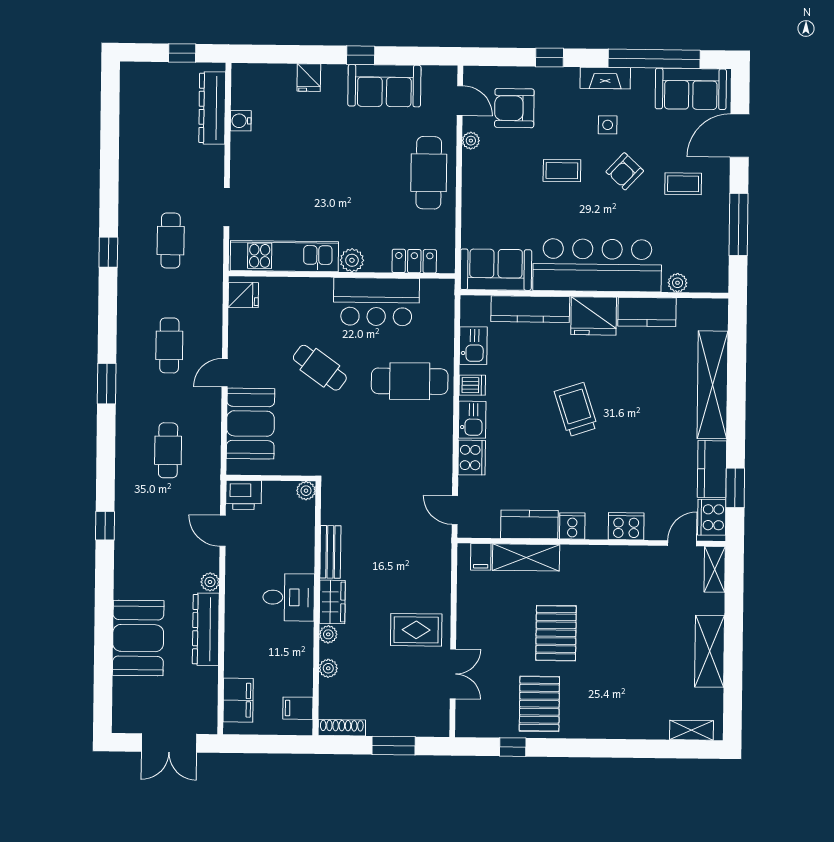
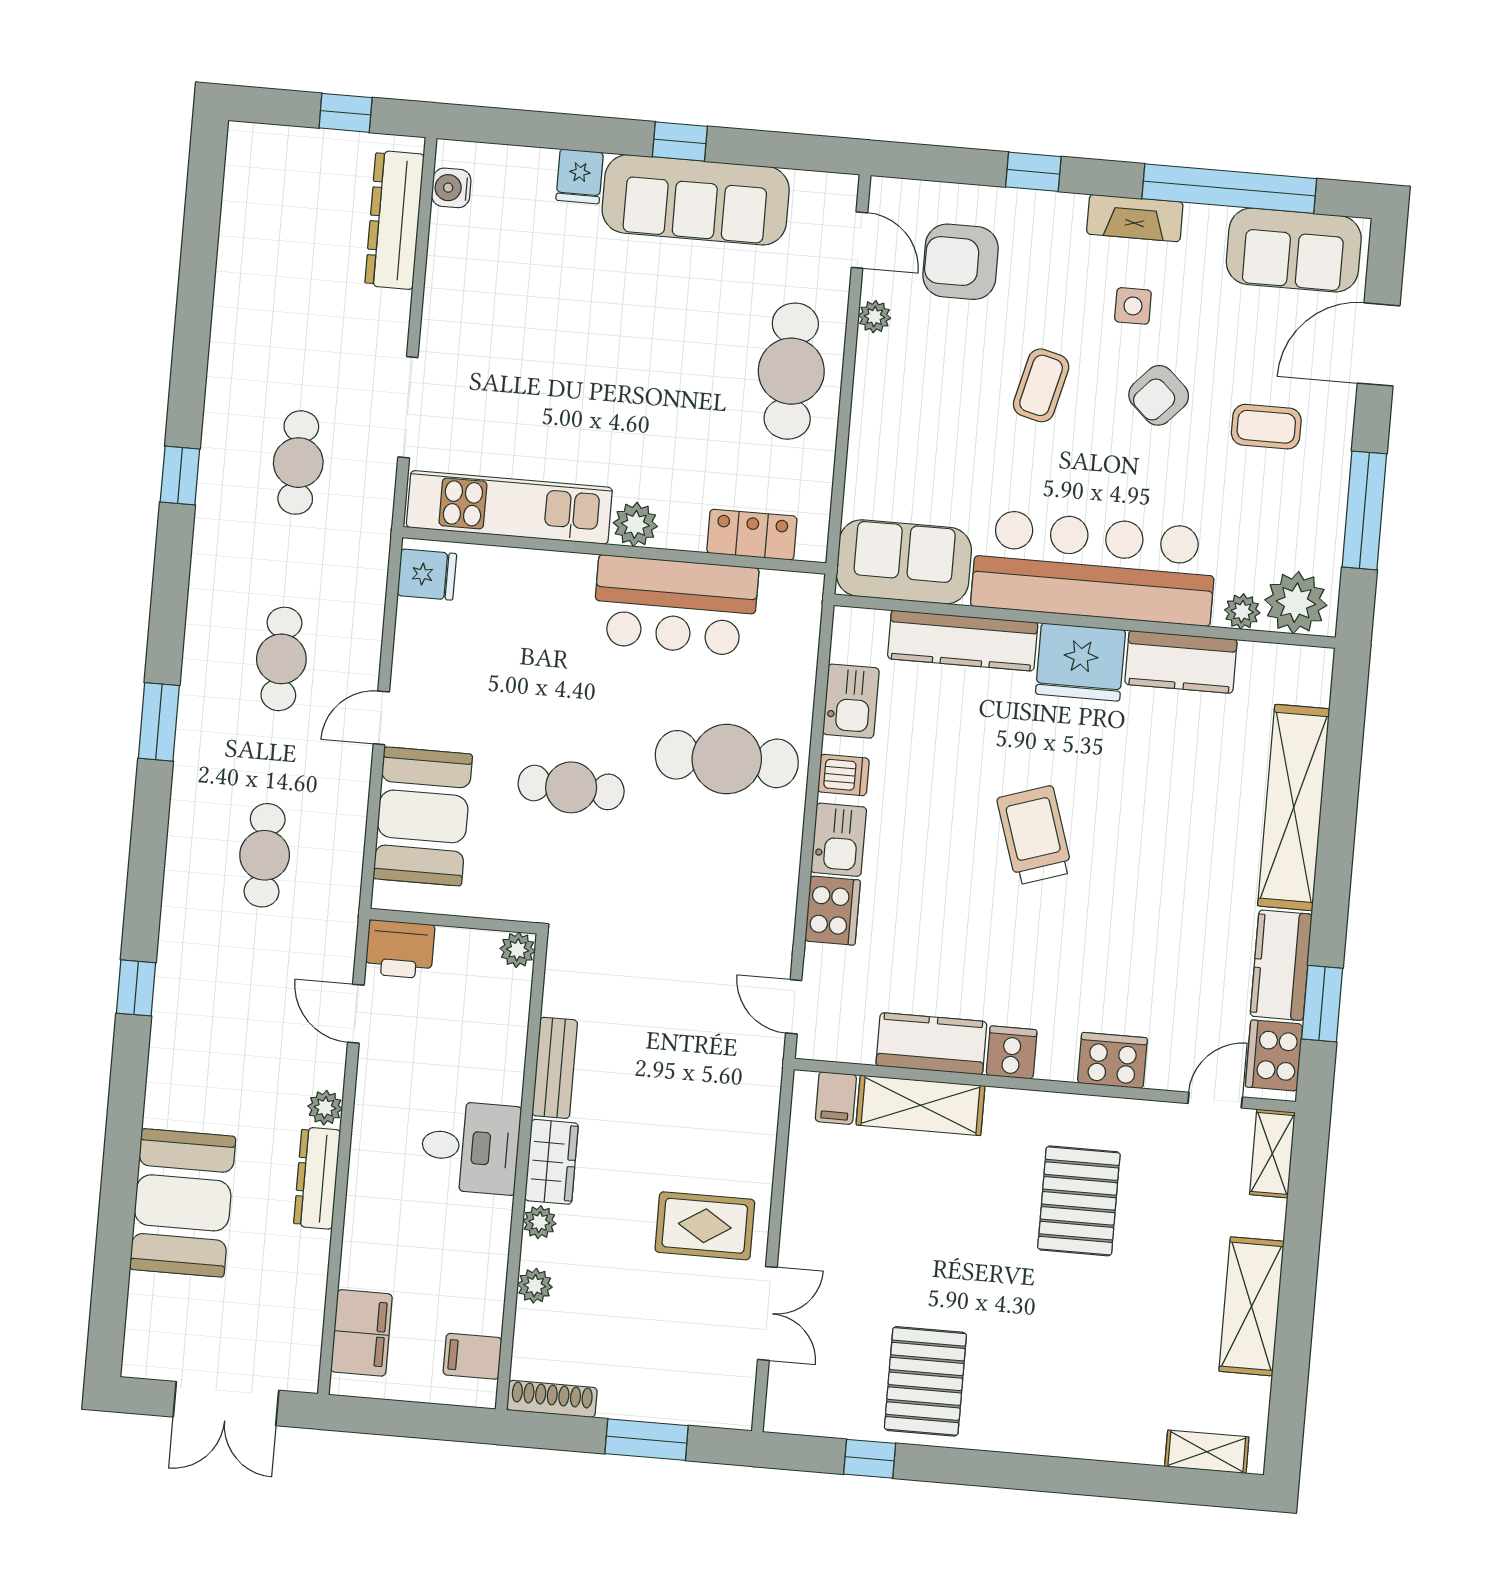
sofa: (384, 86) -> (696, 200), width x1.36
water cooler: (241, 121) -> (451, 188), moved
coffee table: (562, 171) -> (1041, 385), turned -76
doorway: (227, 207) -> (408, 407), width x1.38
plant: (706, 276) -> (1296, 603), added
cafe table: (320, 368) -> (571, 787), moved, turned -34
dresser: (206, 629) -> (317, 1178), width x0.73, depth x0.80
pallet: (556, 633) -> (1079, 1201), moved

